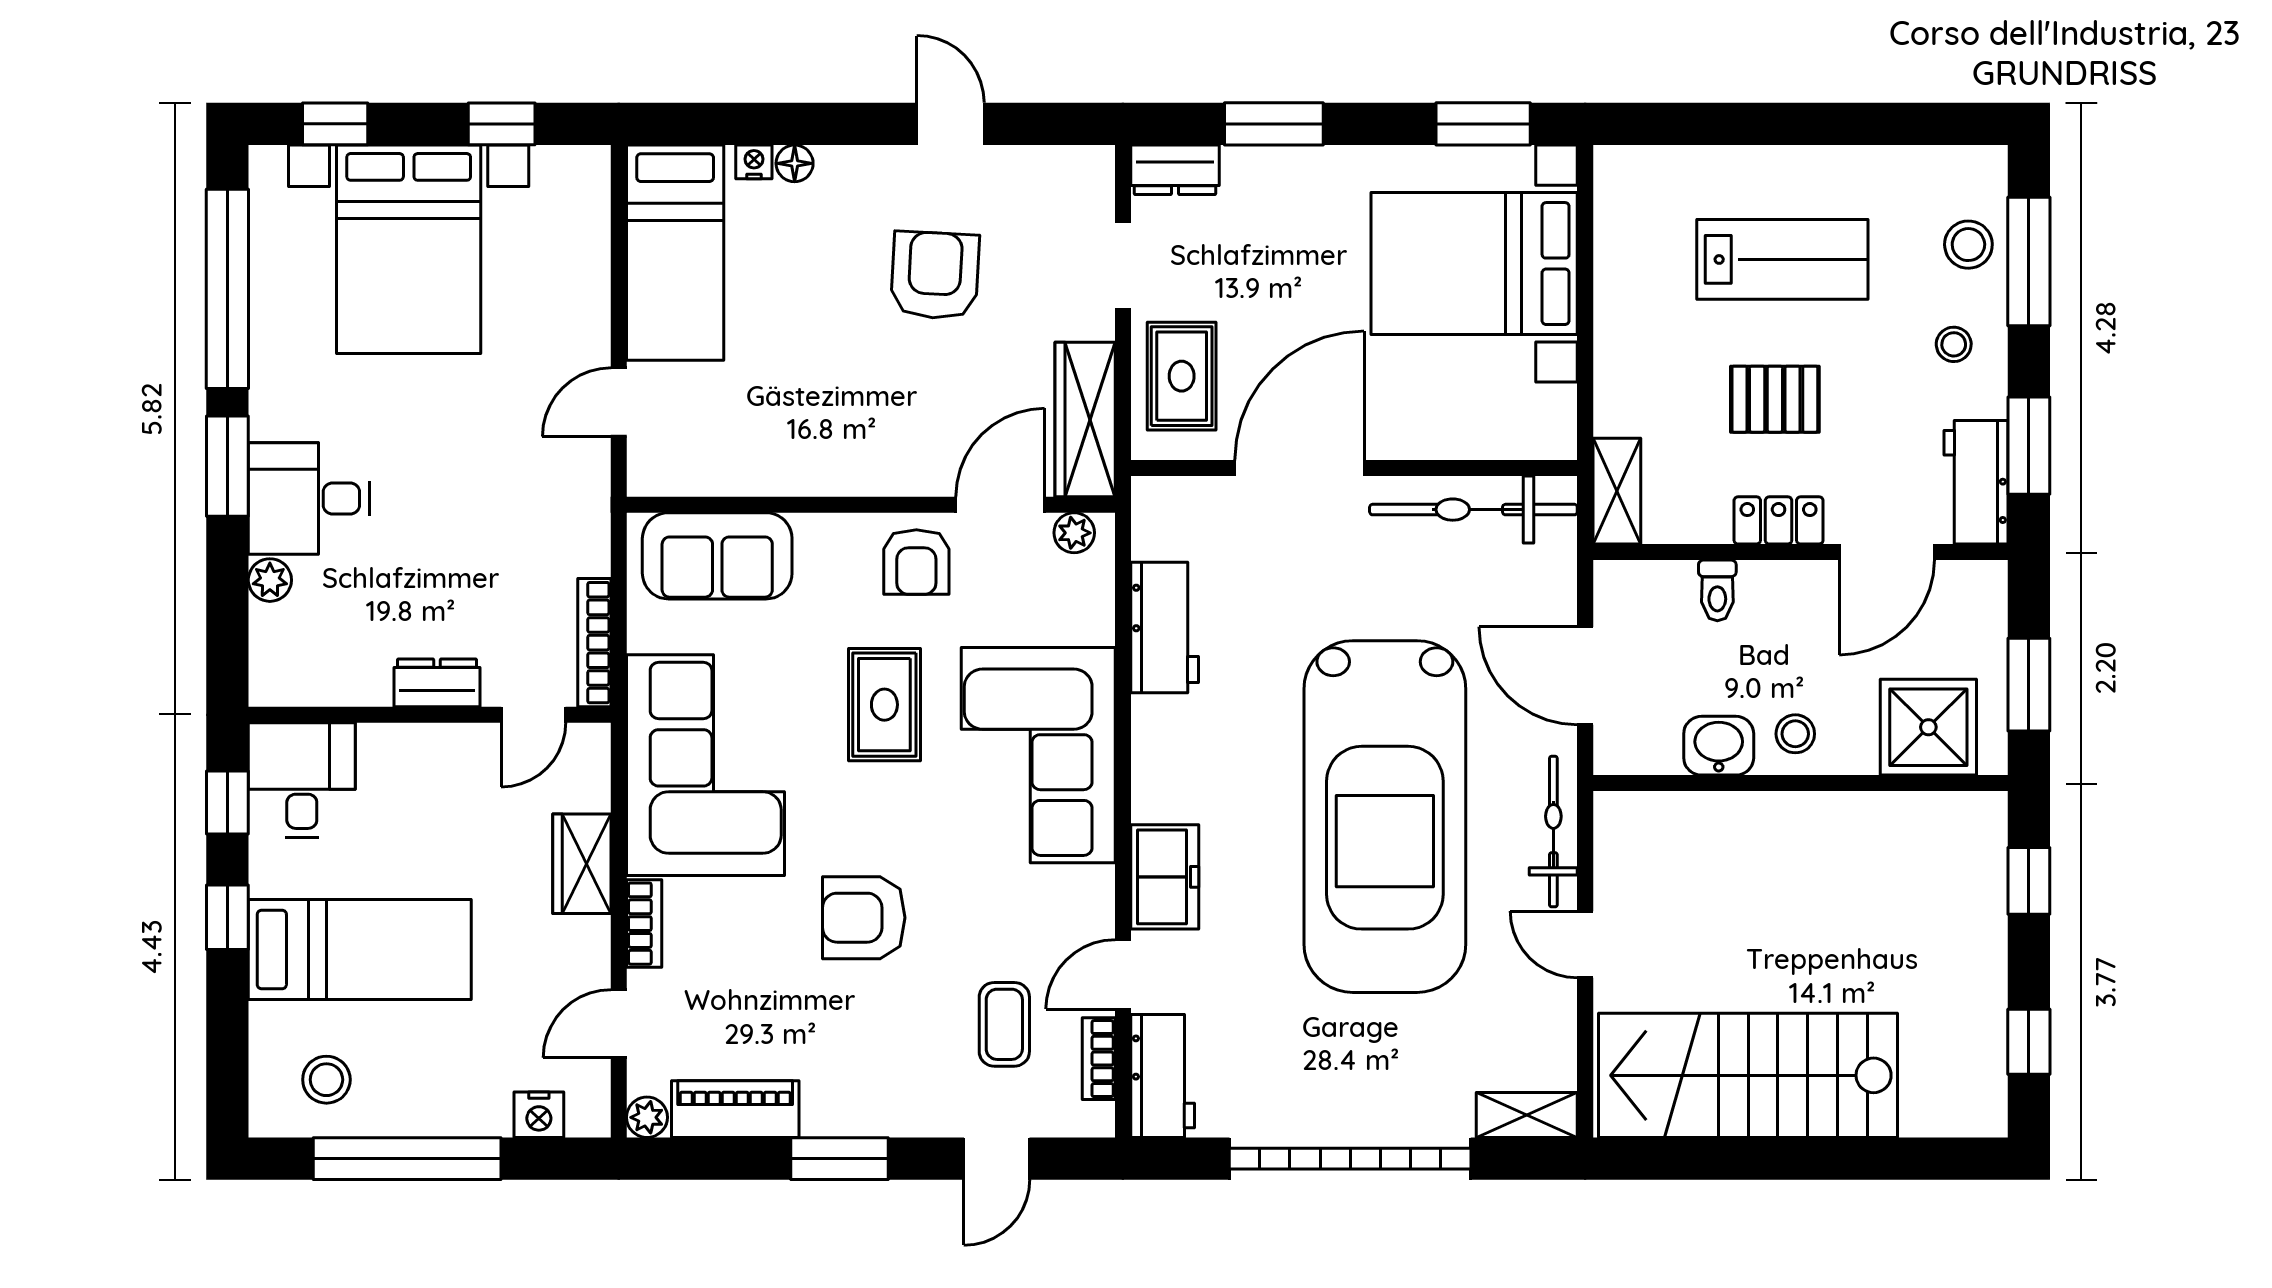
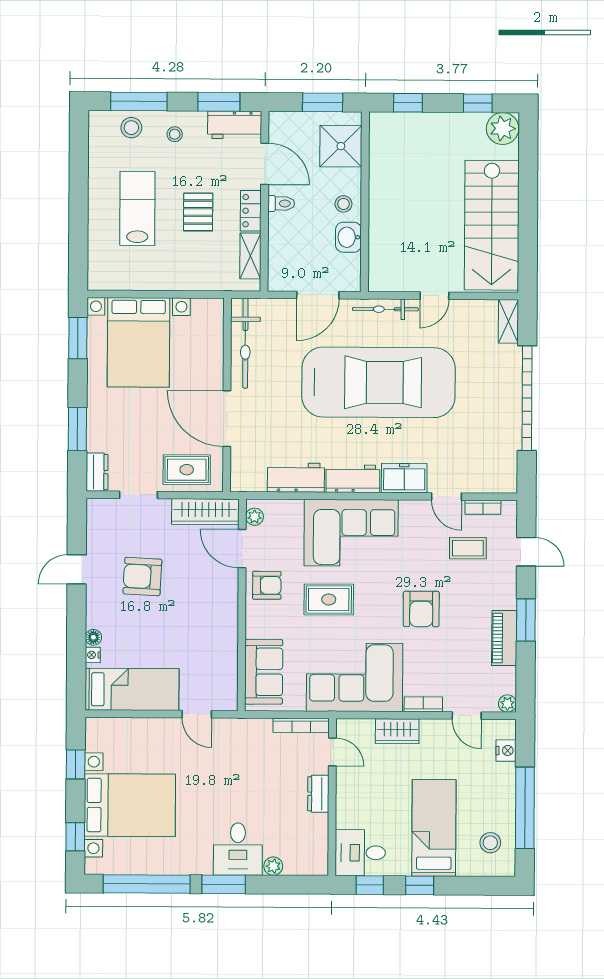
shelving: (1617, 491) -> (250, 256), moved, turned 90
toilet: (1717, 590) -> (281, 203), moved
workbench: (1163, 1076) -> (353, 479), moved
plant: (1971, 1099) -> (503, 129), added
piano: (735, 1109) -> (504, 638), moved

